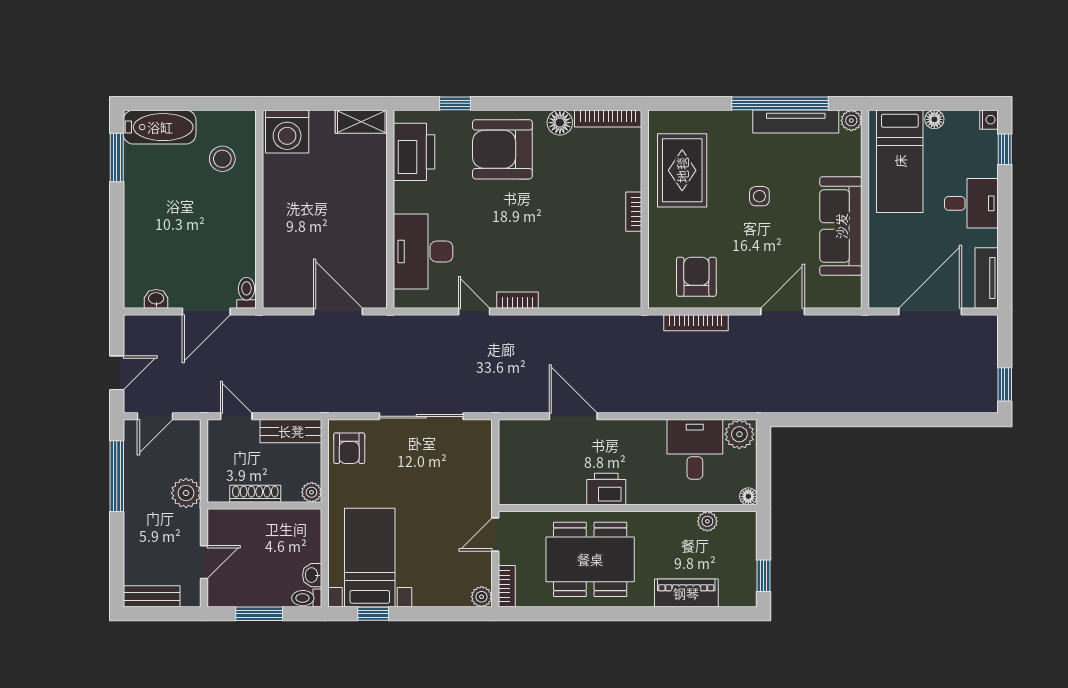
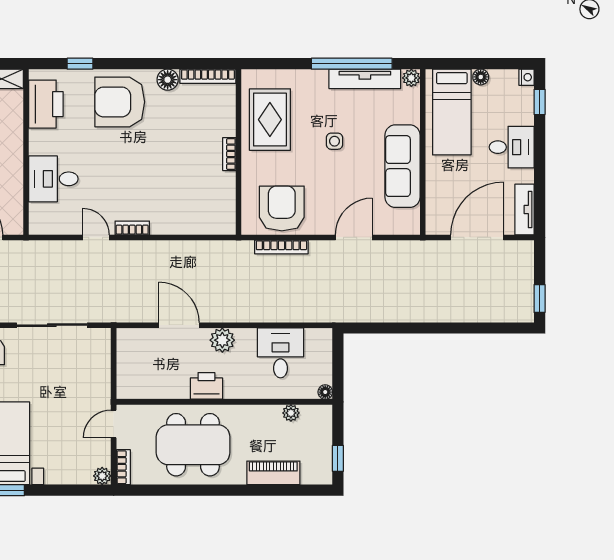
desk: (423, 251) -> (53, 179), width x0.73
armchair: (696, 277) -> (282, 208), width x1.36, depth x1.36
plant: (739, 434) -> (222, 340), moved

